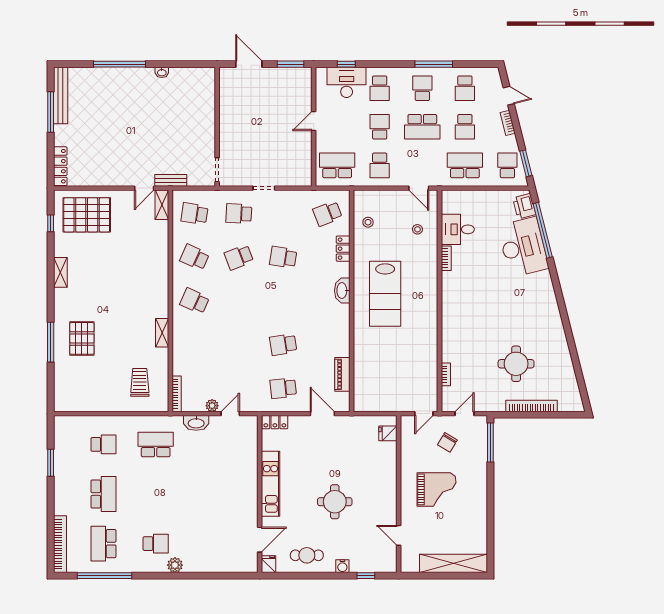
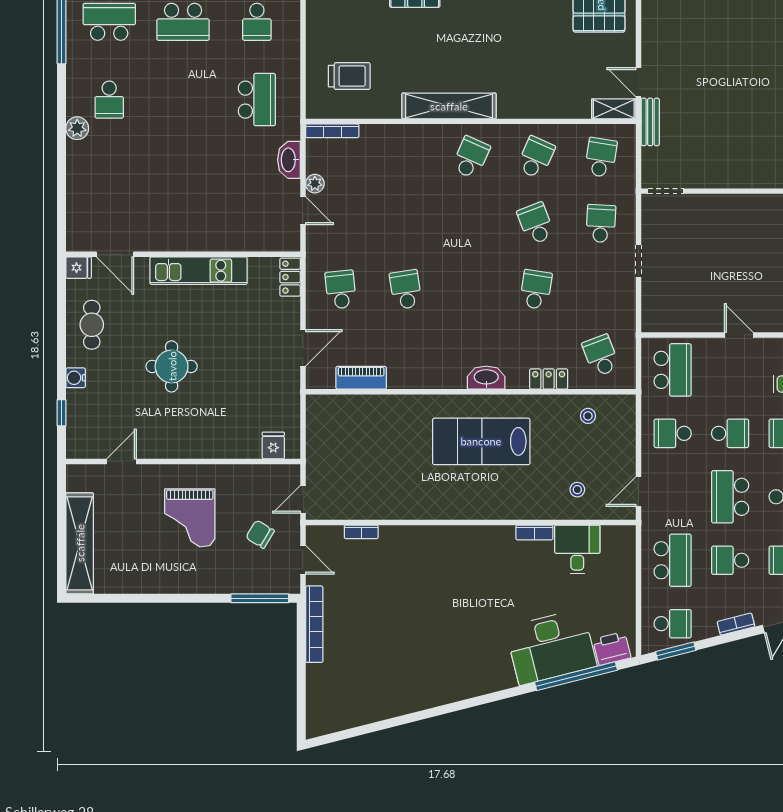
shelving: (162, 333) -> (449, 106), width x2.20, depth x1.33
round table: (516, 364) -> (377, 636), removed
bookcase: (532, 406) -> (314, 624), moved
door: (424, 414) -> (303, 499), hinge flipped

